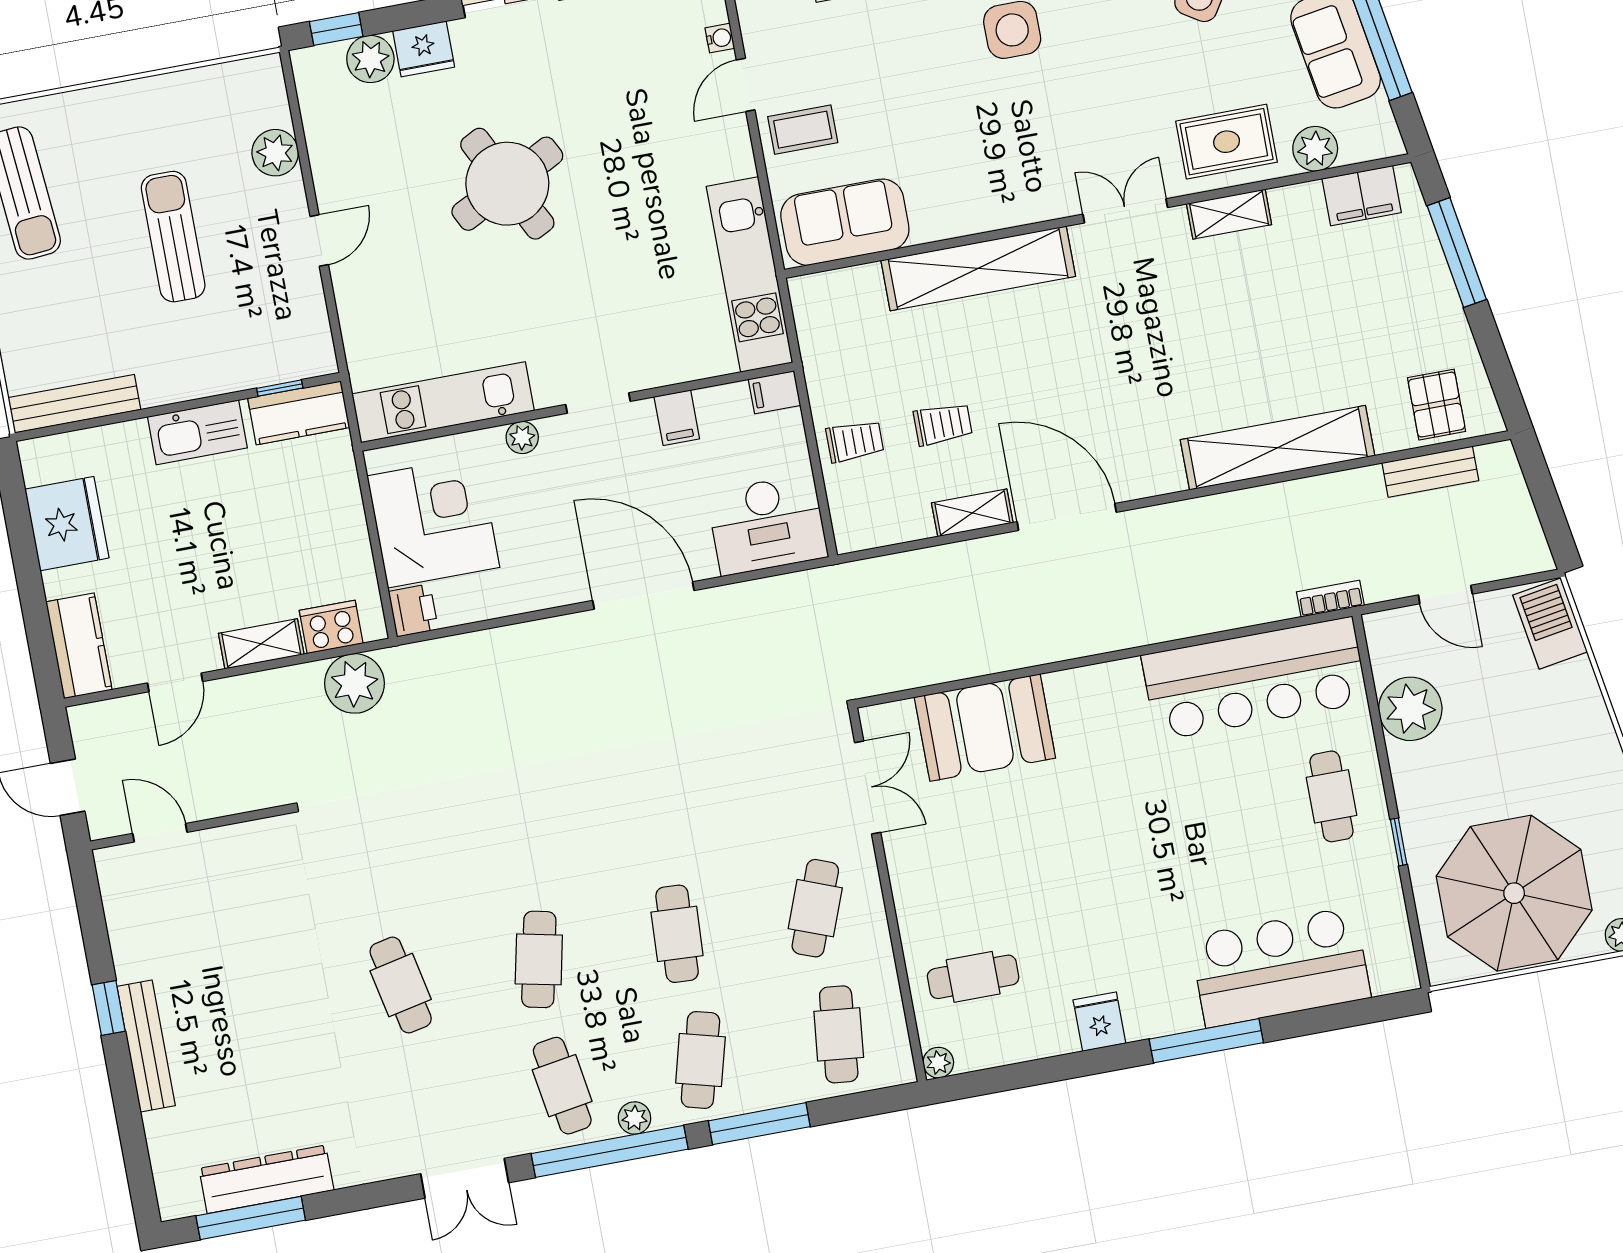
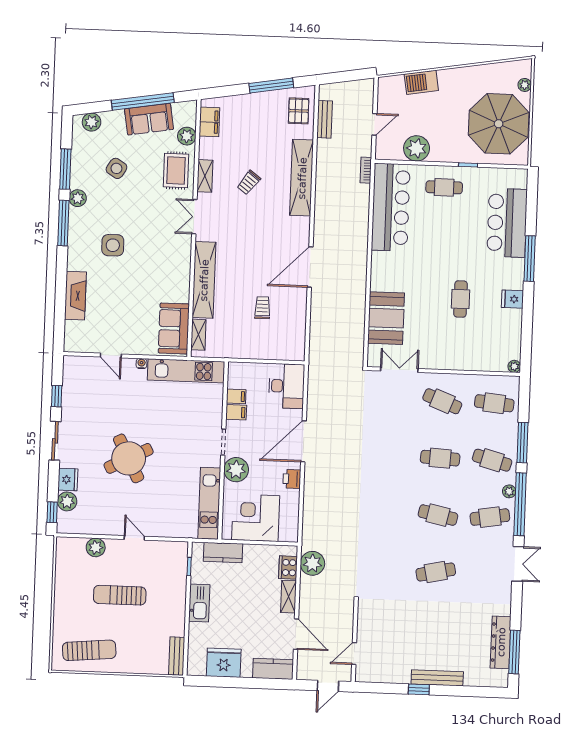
water cooler: (720, 38) -> (142, 363), moved
coffee table: (803, 130) -> (134, 337), removed
window: (1457, 253) -> (271, 86), moved
filing cabinet: (775, 392) -> (236, 396), moved, turned -90
bench: (74, 404) -> (177, 656), width x0.73
pallet: (1437, 405) -> (299, 111), turned 90
kitchen counter: (299, 413) -> (223, 553), moved, turned 90
plant: (522, 437) -> (236, 470), width x1.87, depth x1.87
trolley: (855, 441) -> (249, 183), moved, turned -143
shelving: (972, 513) -> (198, 335), moved
printer: (413, 610) -> (292, 479), moved, turned -90
barbecue: (1550, 624) -> (421, 82), moved
door: (175, 682) -> (296, 634), width x1.38
cafe table: (973, 977) -> (460, 299), moved

